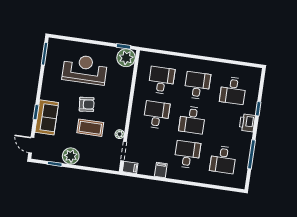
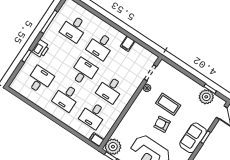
sofa: (47, 117) -> (193, 138), moved
plant: (71, 156) -> (206, 97), moved
desk: (223, 160) -> (74, 28), turned 180
filing cabinet: (130, 167) -> (97, 140), moved

